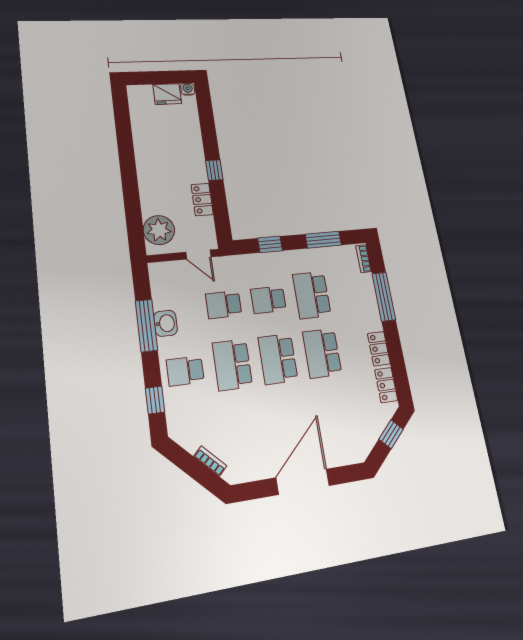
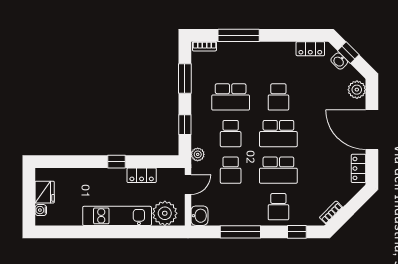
water cooler: (188, 89) -> (41, 210), moved
kitchen unit: (149, 175) -> (117, 216), added
plant: (237, 263) -> (198, 154), added
washbasin: (165, 323) -> (199, 216), moved, turned 90
locker: (379, 349) -> (359, 168), moved, turned 90
school desk: (322, 353) -> (278, 97), width x0.54
washbasin: (379, 424) -> (339, 61), added
plant: (349, 453) -> (357, 90), added
bookcase: (210, 461) -> (331, 212), moved

